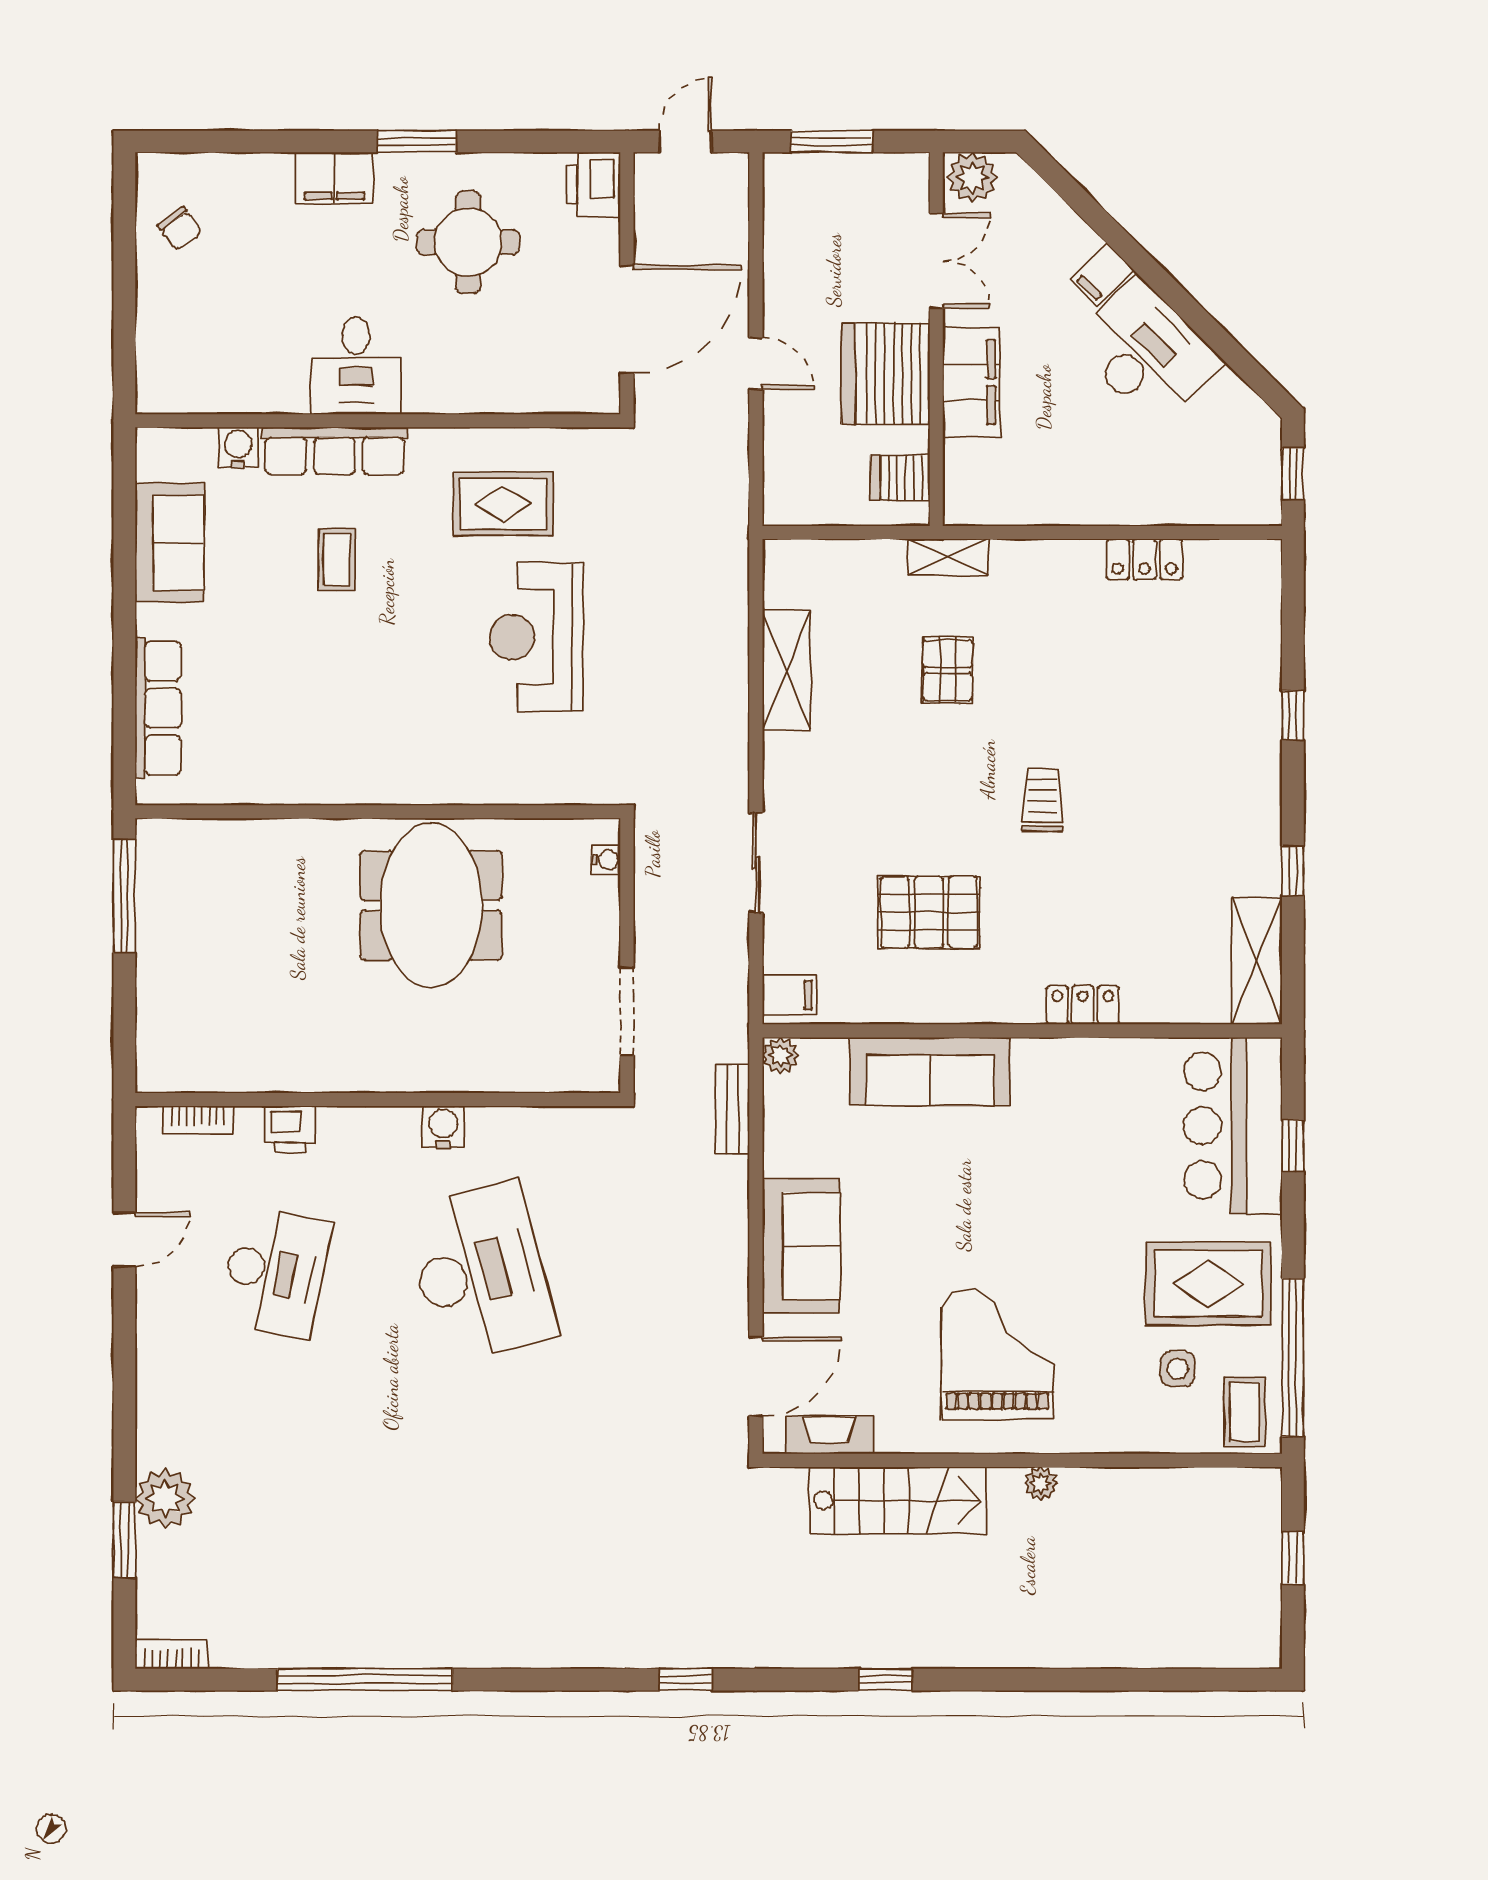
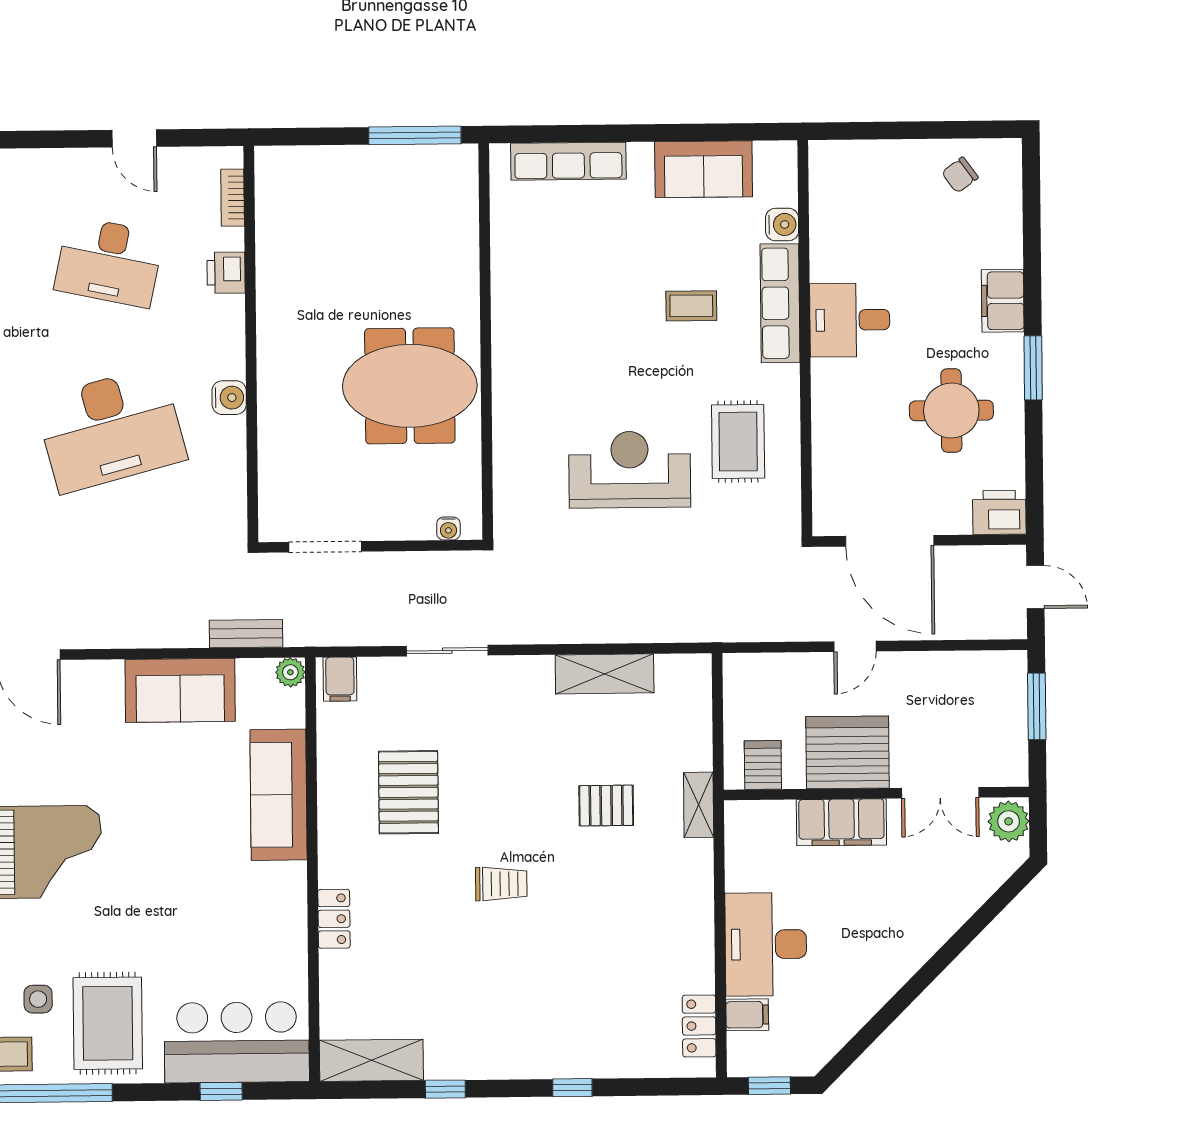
filing cabinet: (1102, 275) -> (747, 1015), moved, turned 135
desk: (1146, 352) -> (766, 944), moved, turned 135
locker: (1144, 559) -> (699, 1026), moved
sofa: (801, 1246) -> (180, 690), moved

